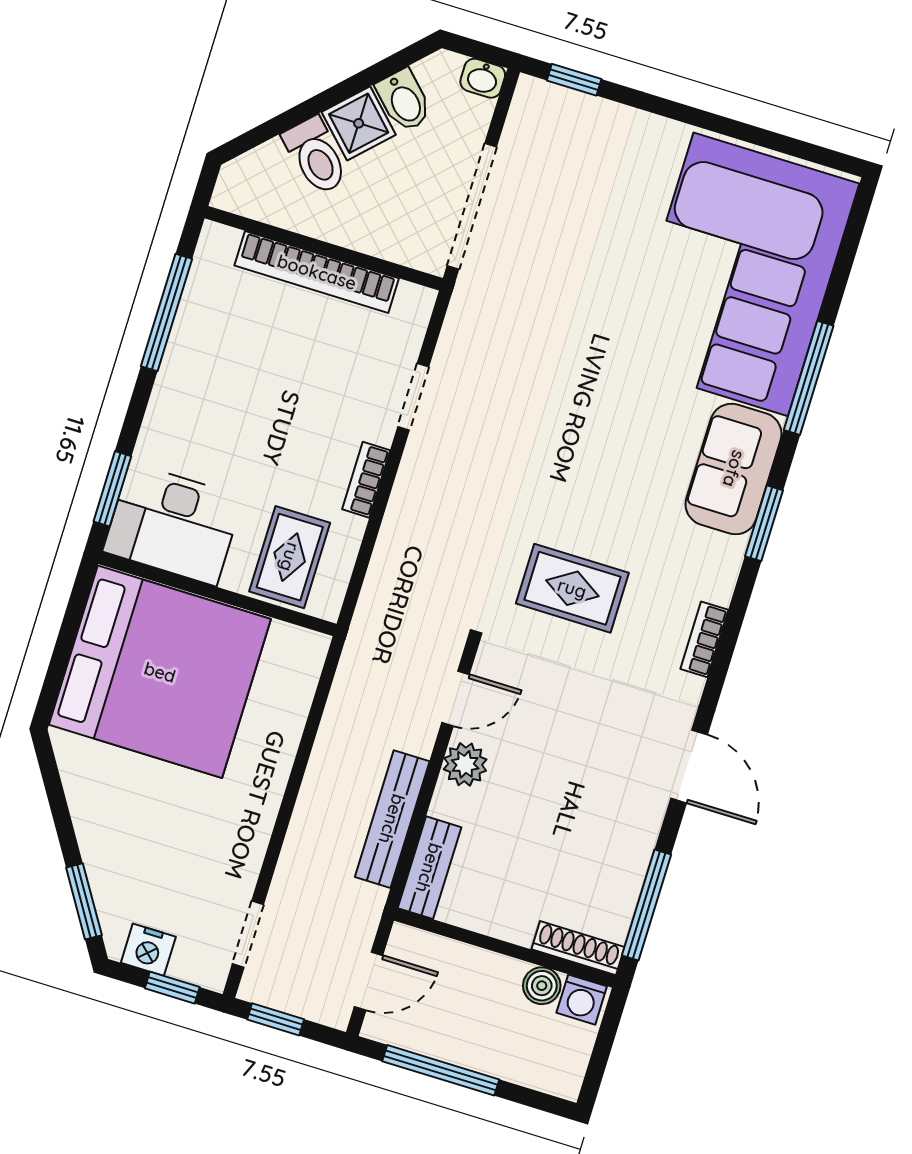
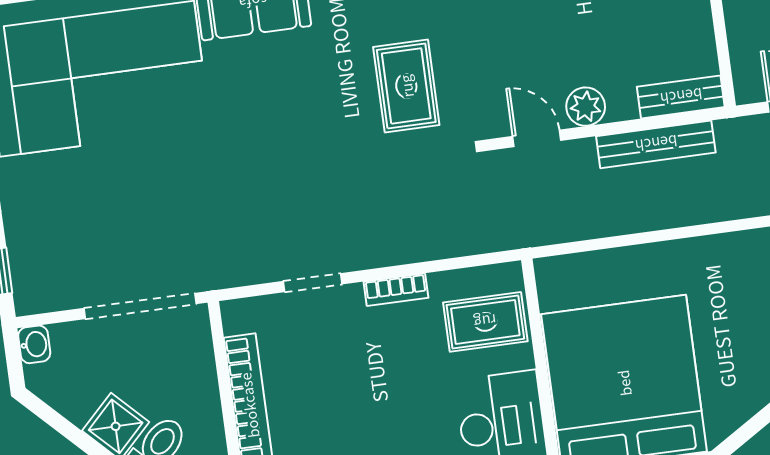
bidet: (404, 100) -> (81, 399), removed

